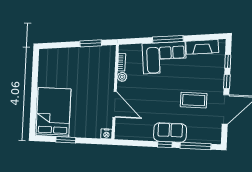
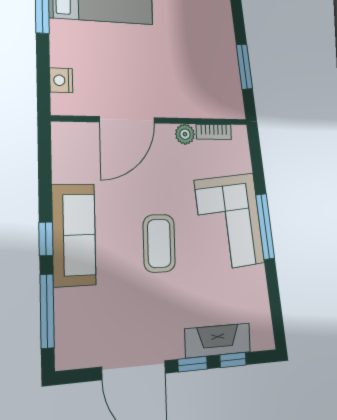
fireplace: (202, 47) -> (218, 340), moved, turned 96
coffee table: (194, 100) -> (159, 243), moved
sofa: (170, 132) -> (74, 235), width x1.36
nightstand: (106, 134) -> (61, 80), moved

